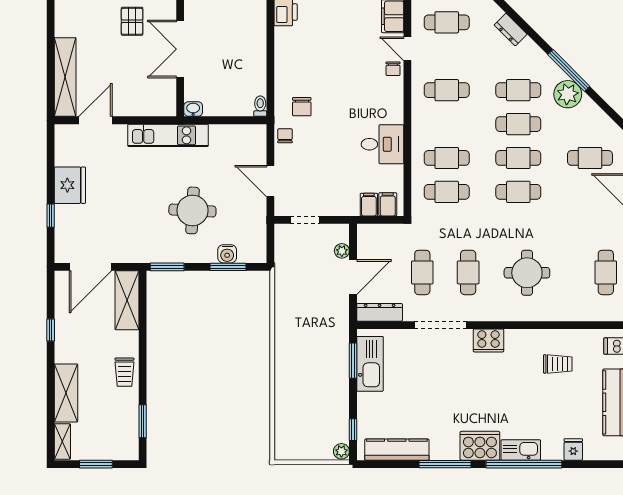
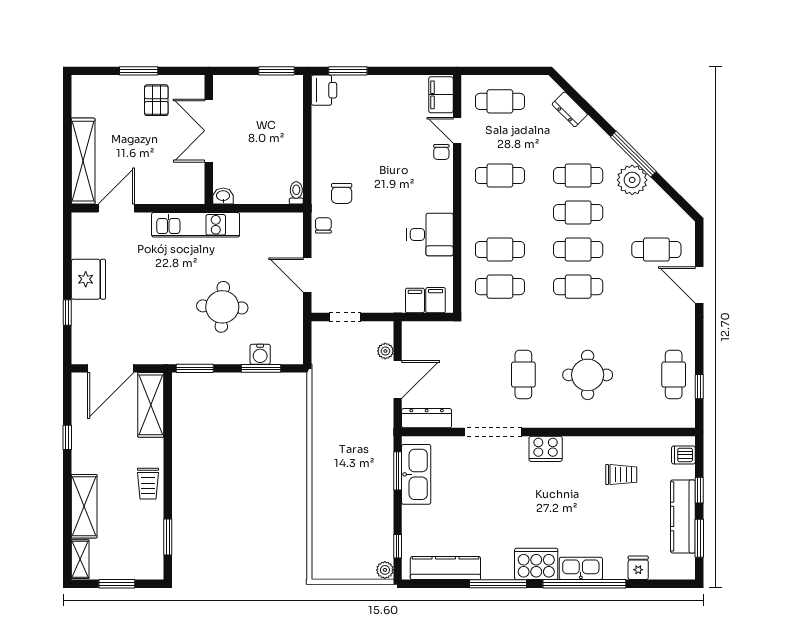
cafe table: (422, 272) -> (473, 375), removed

